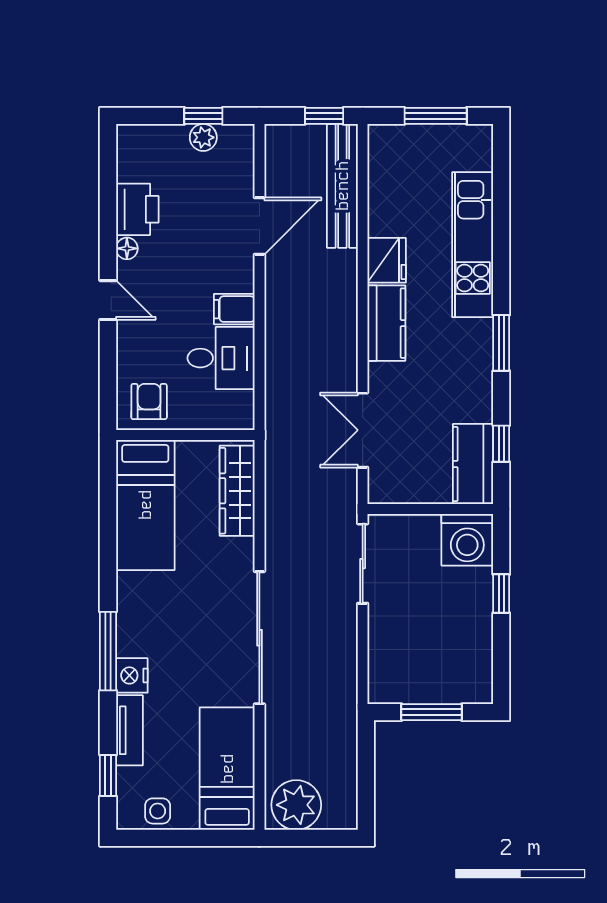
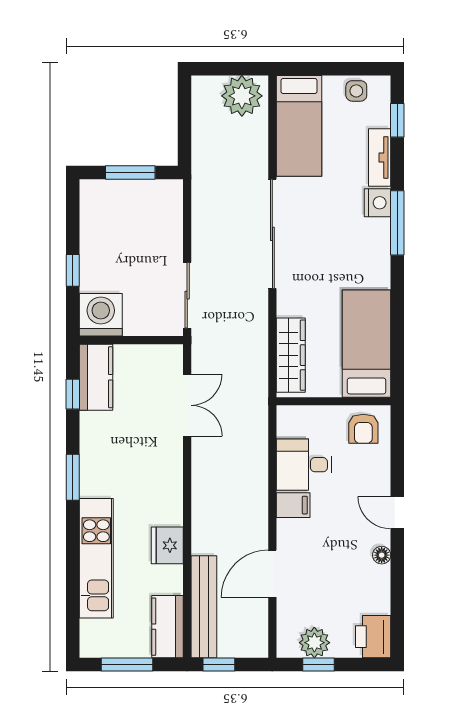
plant: (203, 137) -> (314, 643), width x1.38, depth x1.38
printer: (137, 209) -> (373, 637), moved
kitchen counter: (386, 323) -> (168, 627), moved

